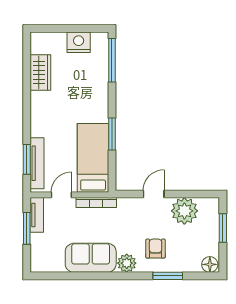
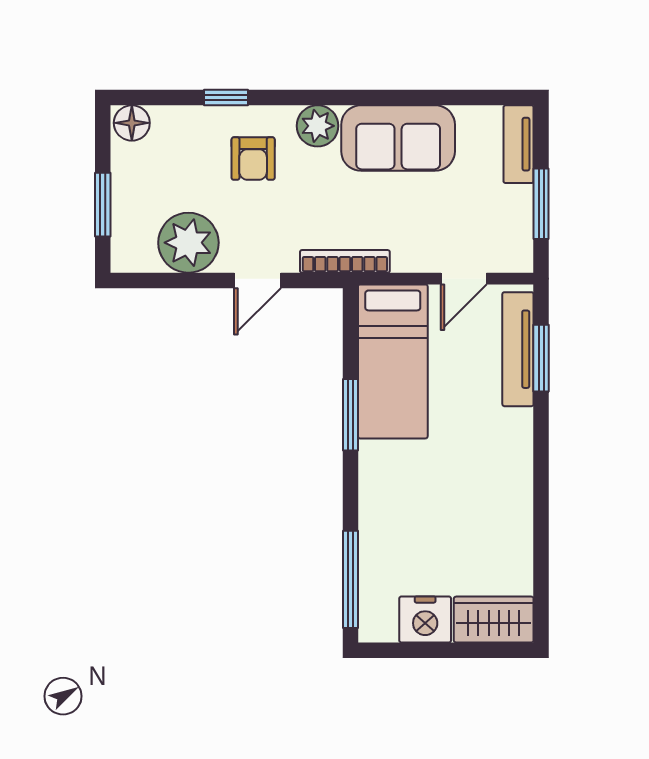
wardrobe: (40, 72) -> (494, 620), moved, turned 90
bookcase: (96, 203) -> (345, 261), moved
tv unit: (37, 215) -> (519, 144), moved
window: (168, 276) -> (226, 98), width x0.67

